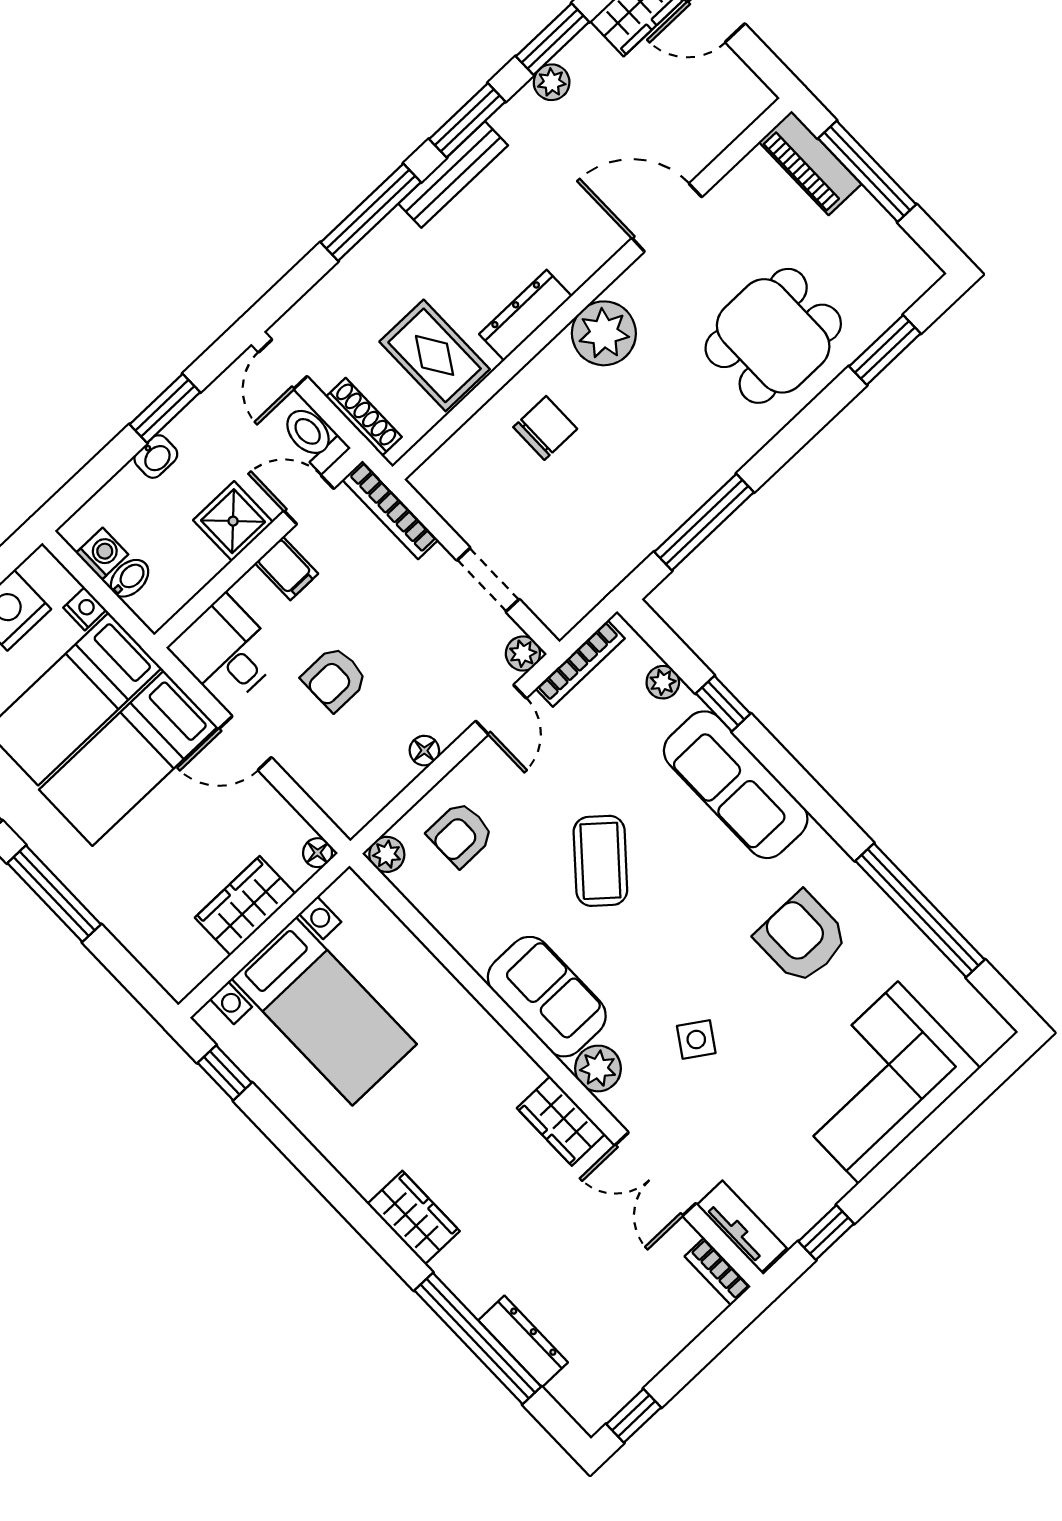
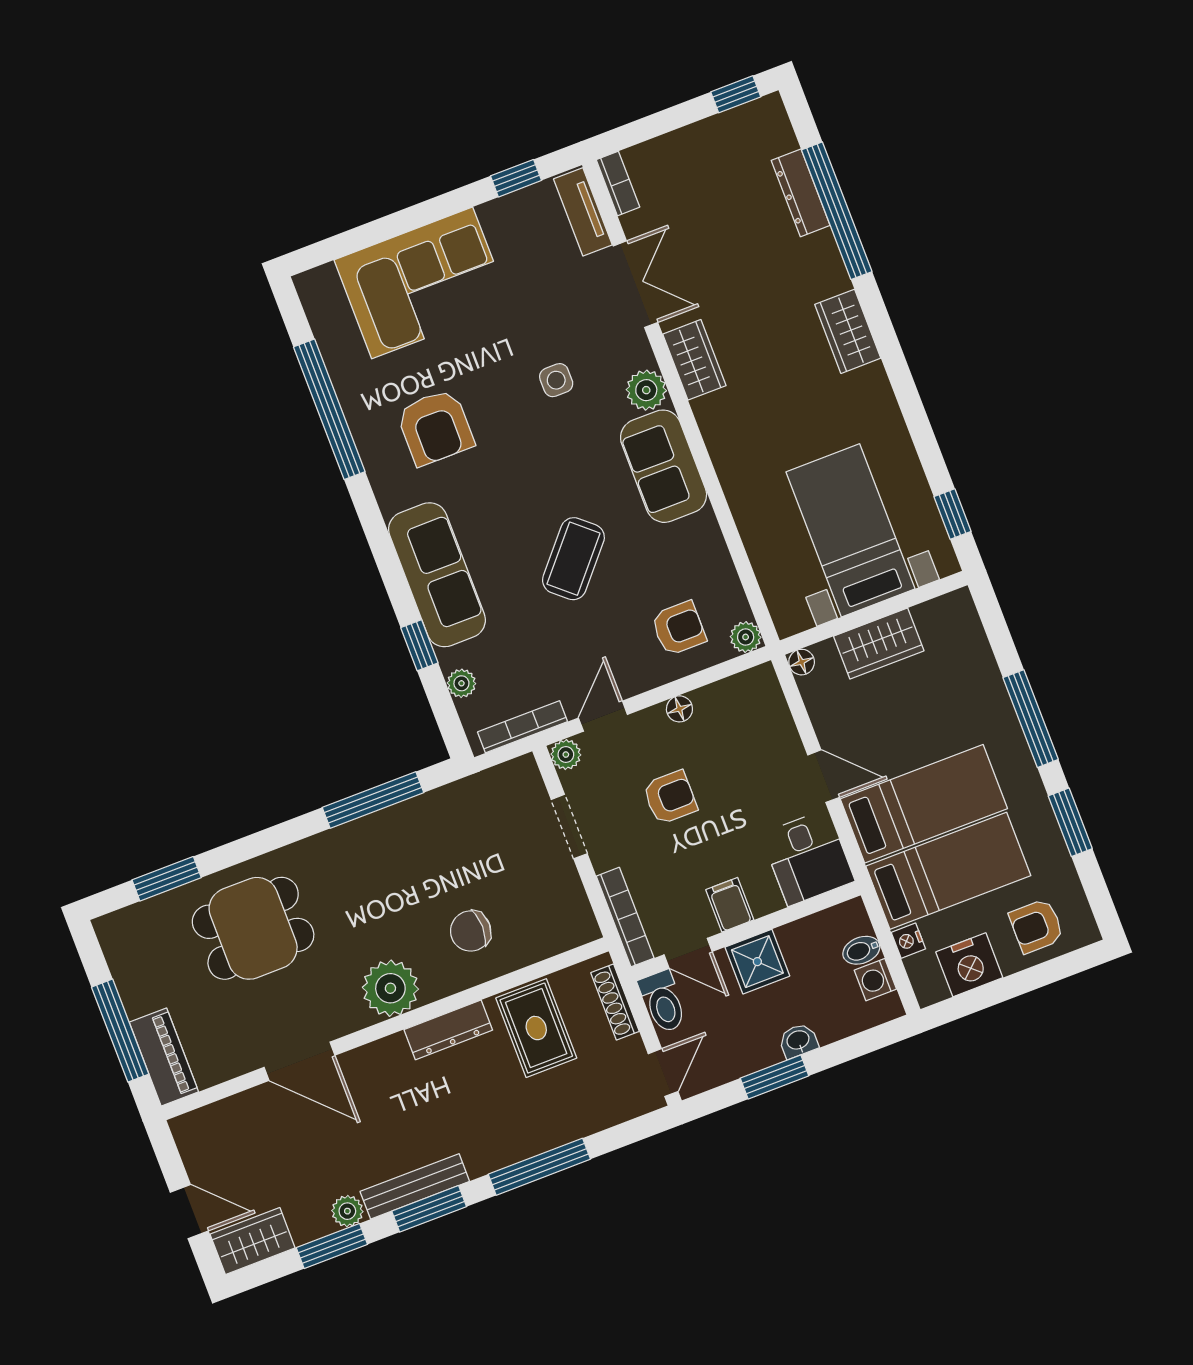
bench: (453, 174) -> (415, 1186), moved
armchair: (335, 679) -> (670, 797), moved
side table: (696, 1040) -> (556, 380), turned -34

